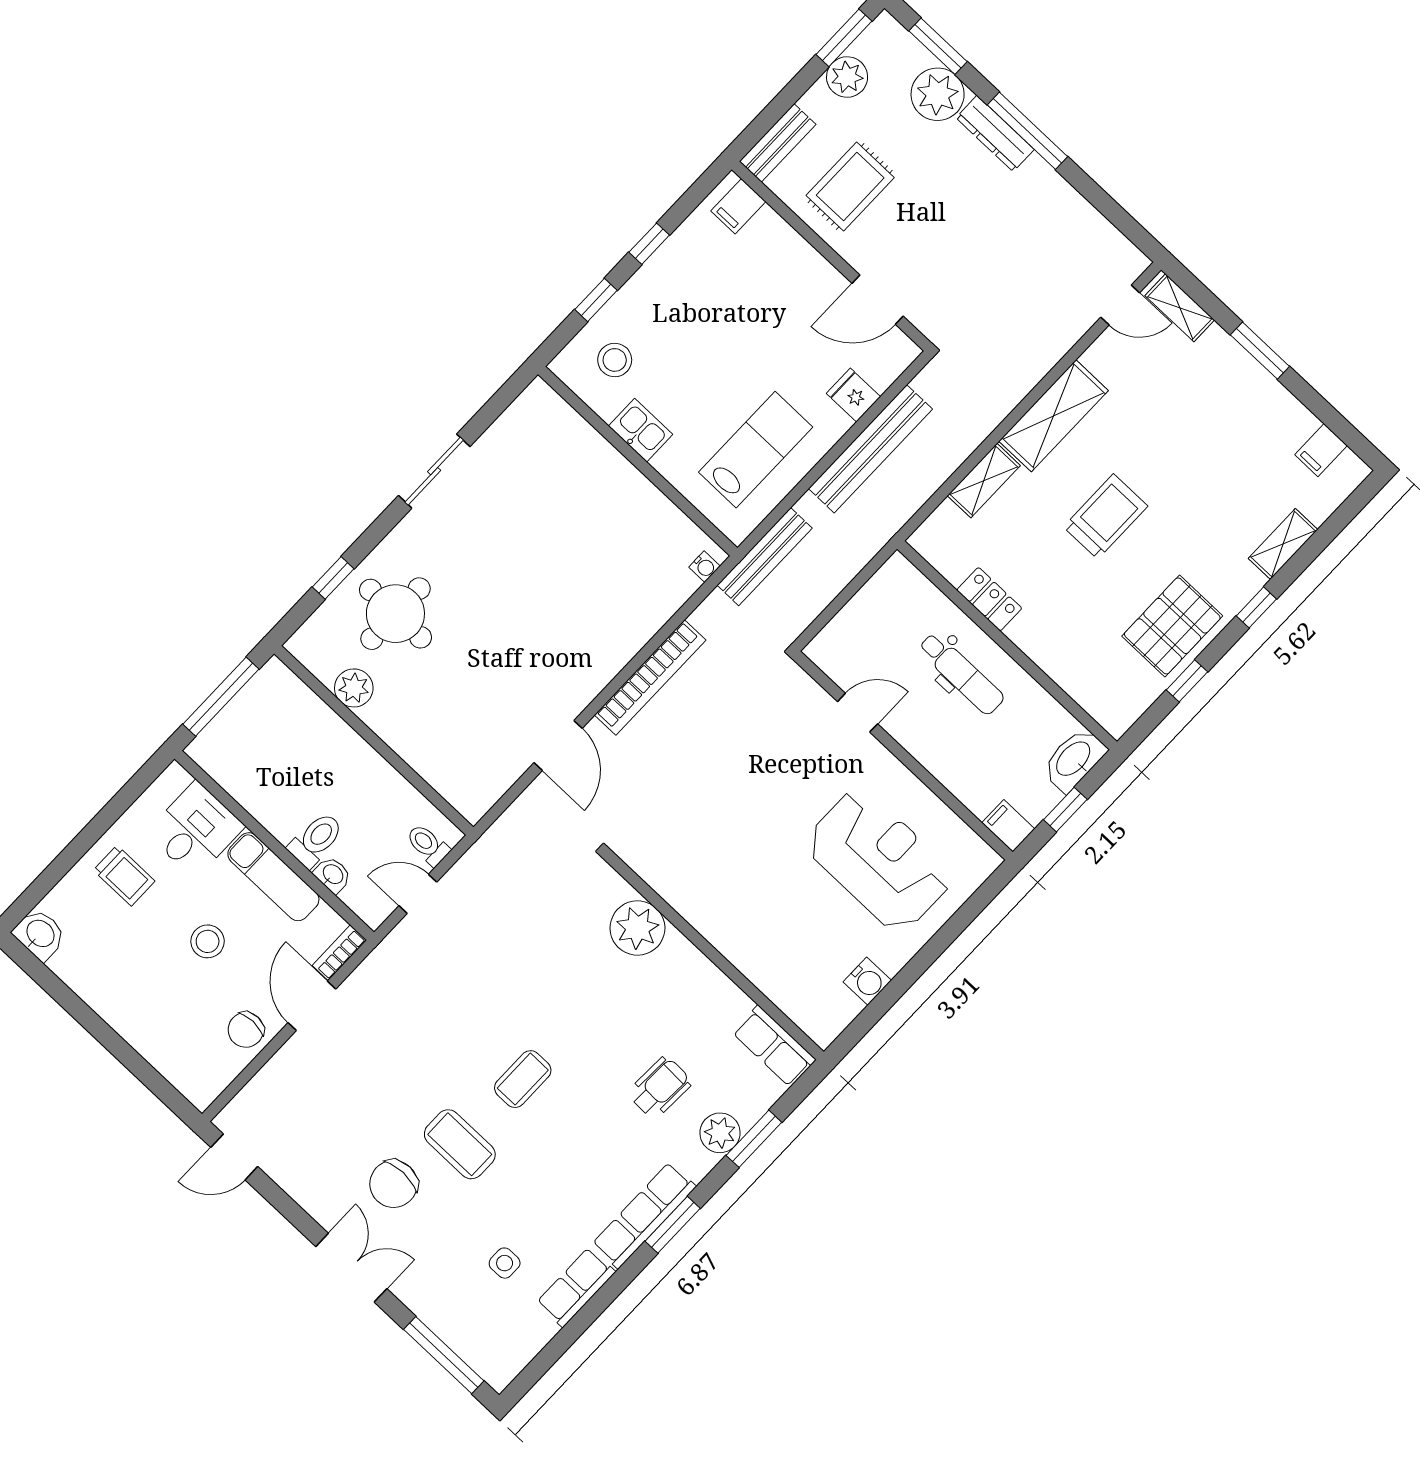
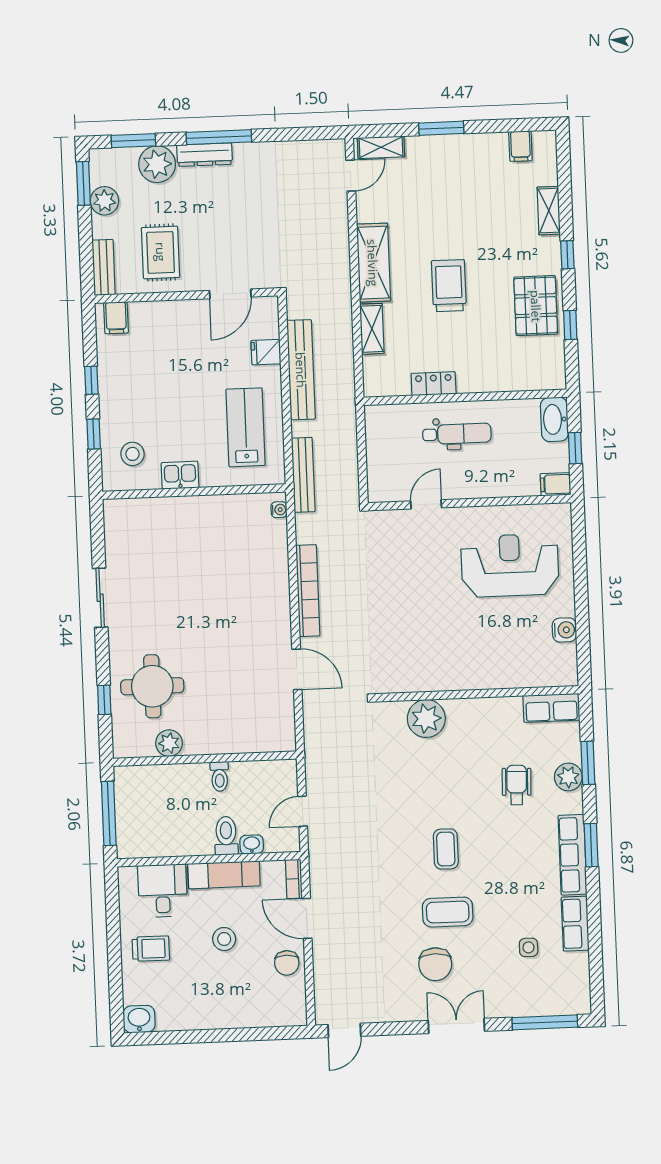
toilet: (428, 845) -> (220, 777), moved, turned -90

